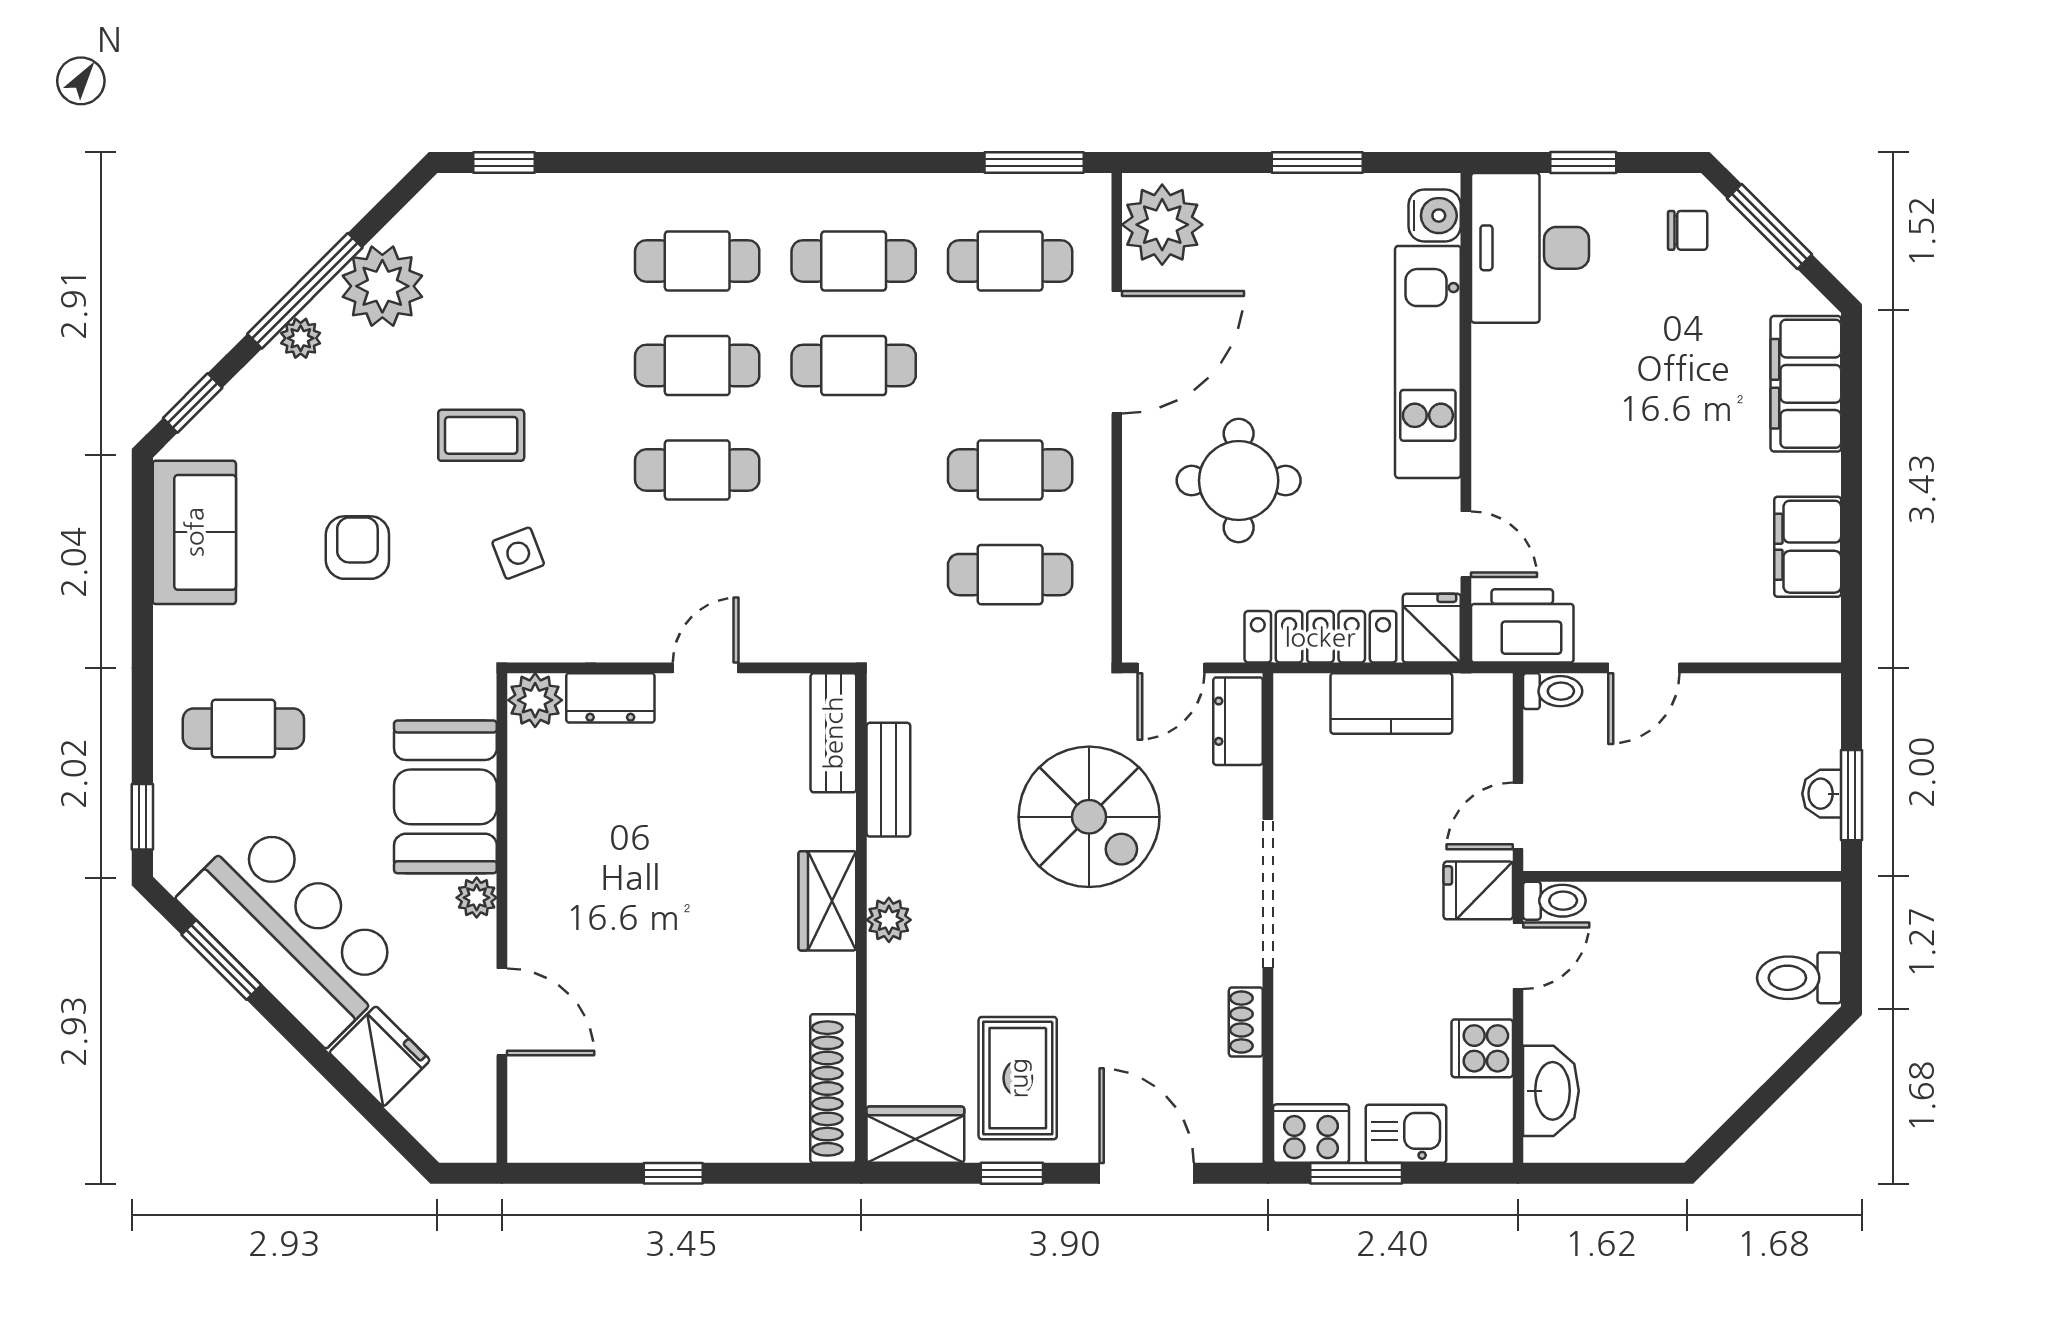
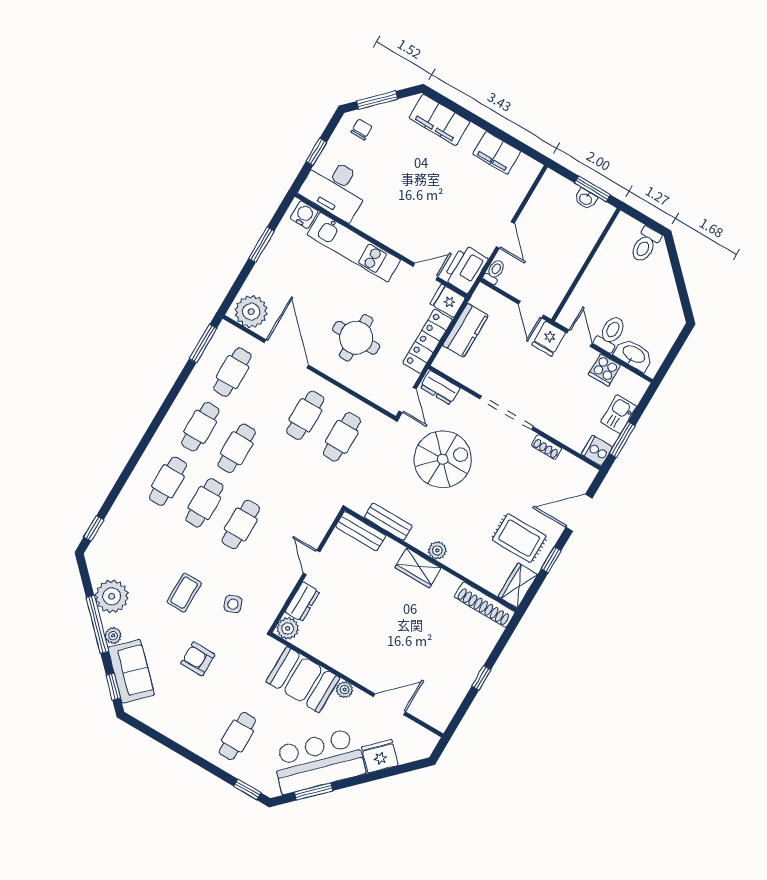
sofa: (194, 532) -> (131, 671), moved, turned 45
toilet: (1554, 901) -> (610, 334), moved, width x1.37, depth x1.39
cooker: (1311, 1134) -> (597, 451), width x0.73

